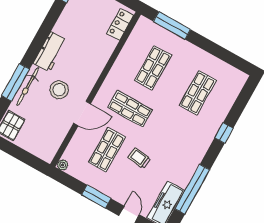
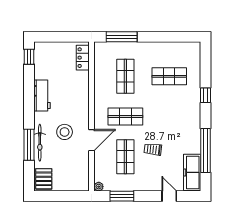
workbench: (50, 52) -> (42, 96), moved
shop shelf: (198, 93) -> (169, 76), turned 90
window: (96, 197) -> (122, 196), moved

